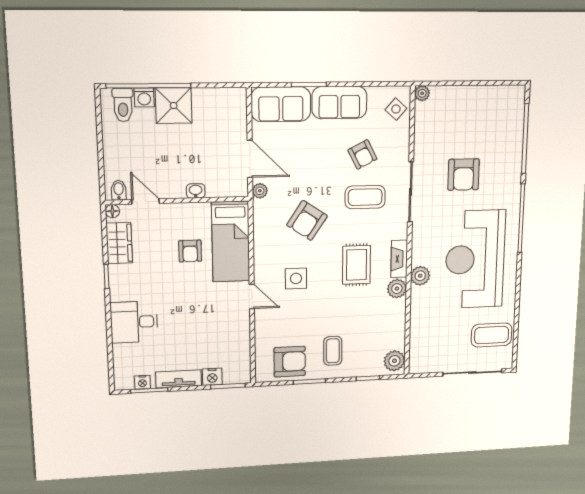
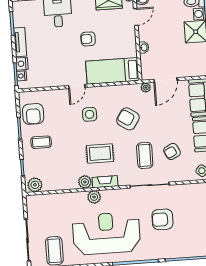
armchair: (190, 251) -> (88, 39), moved
nightstand: (142, 382) -> (22, 76), moved

